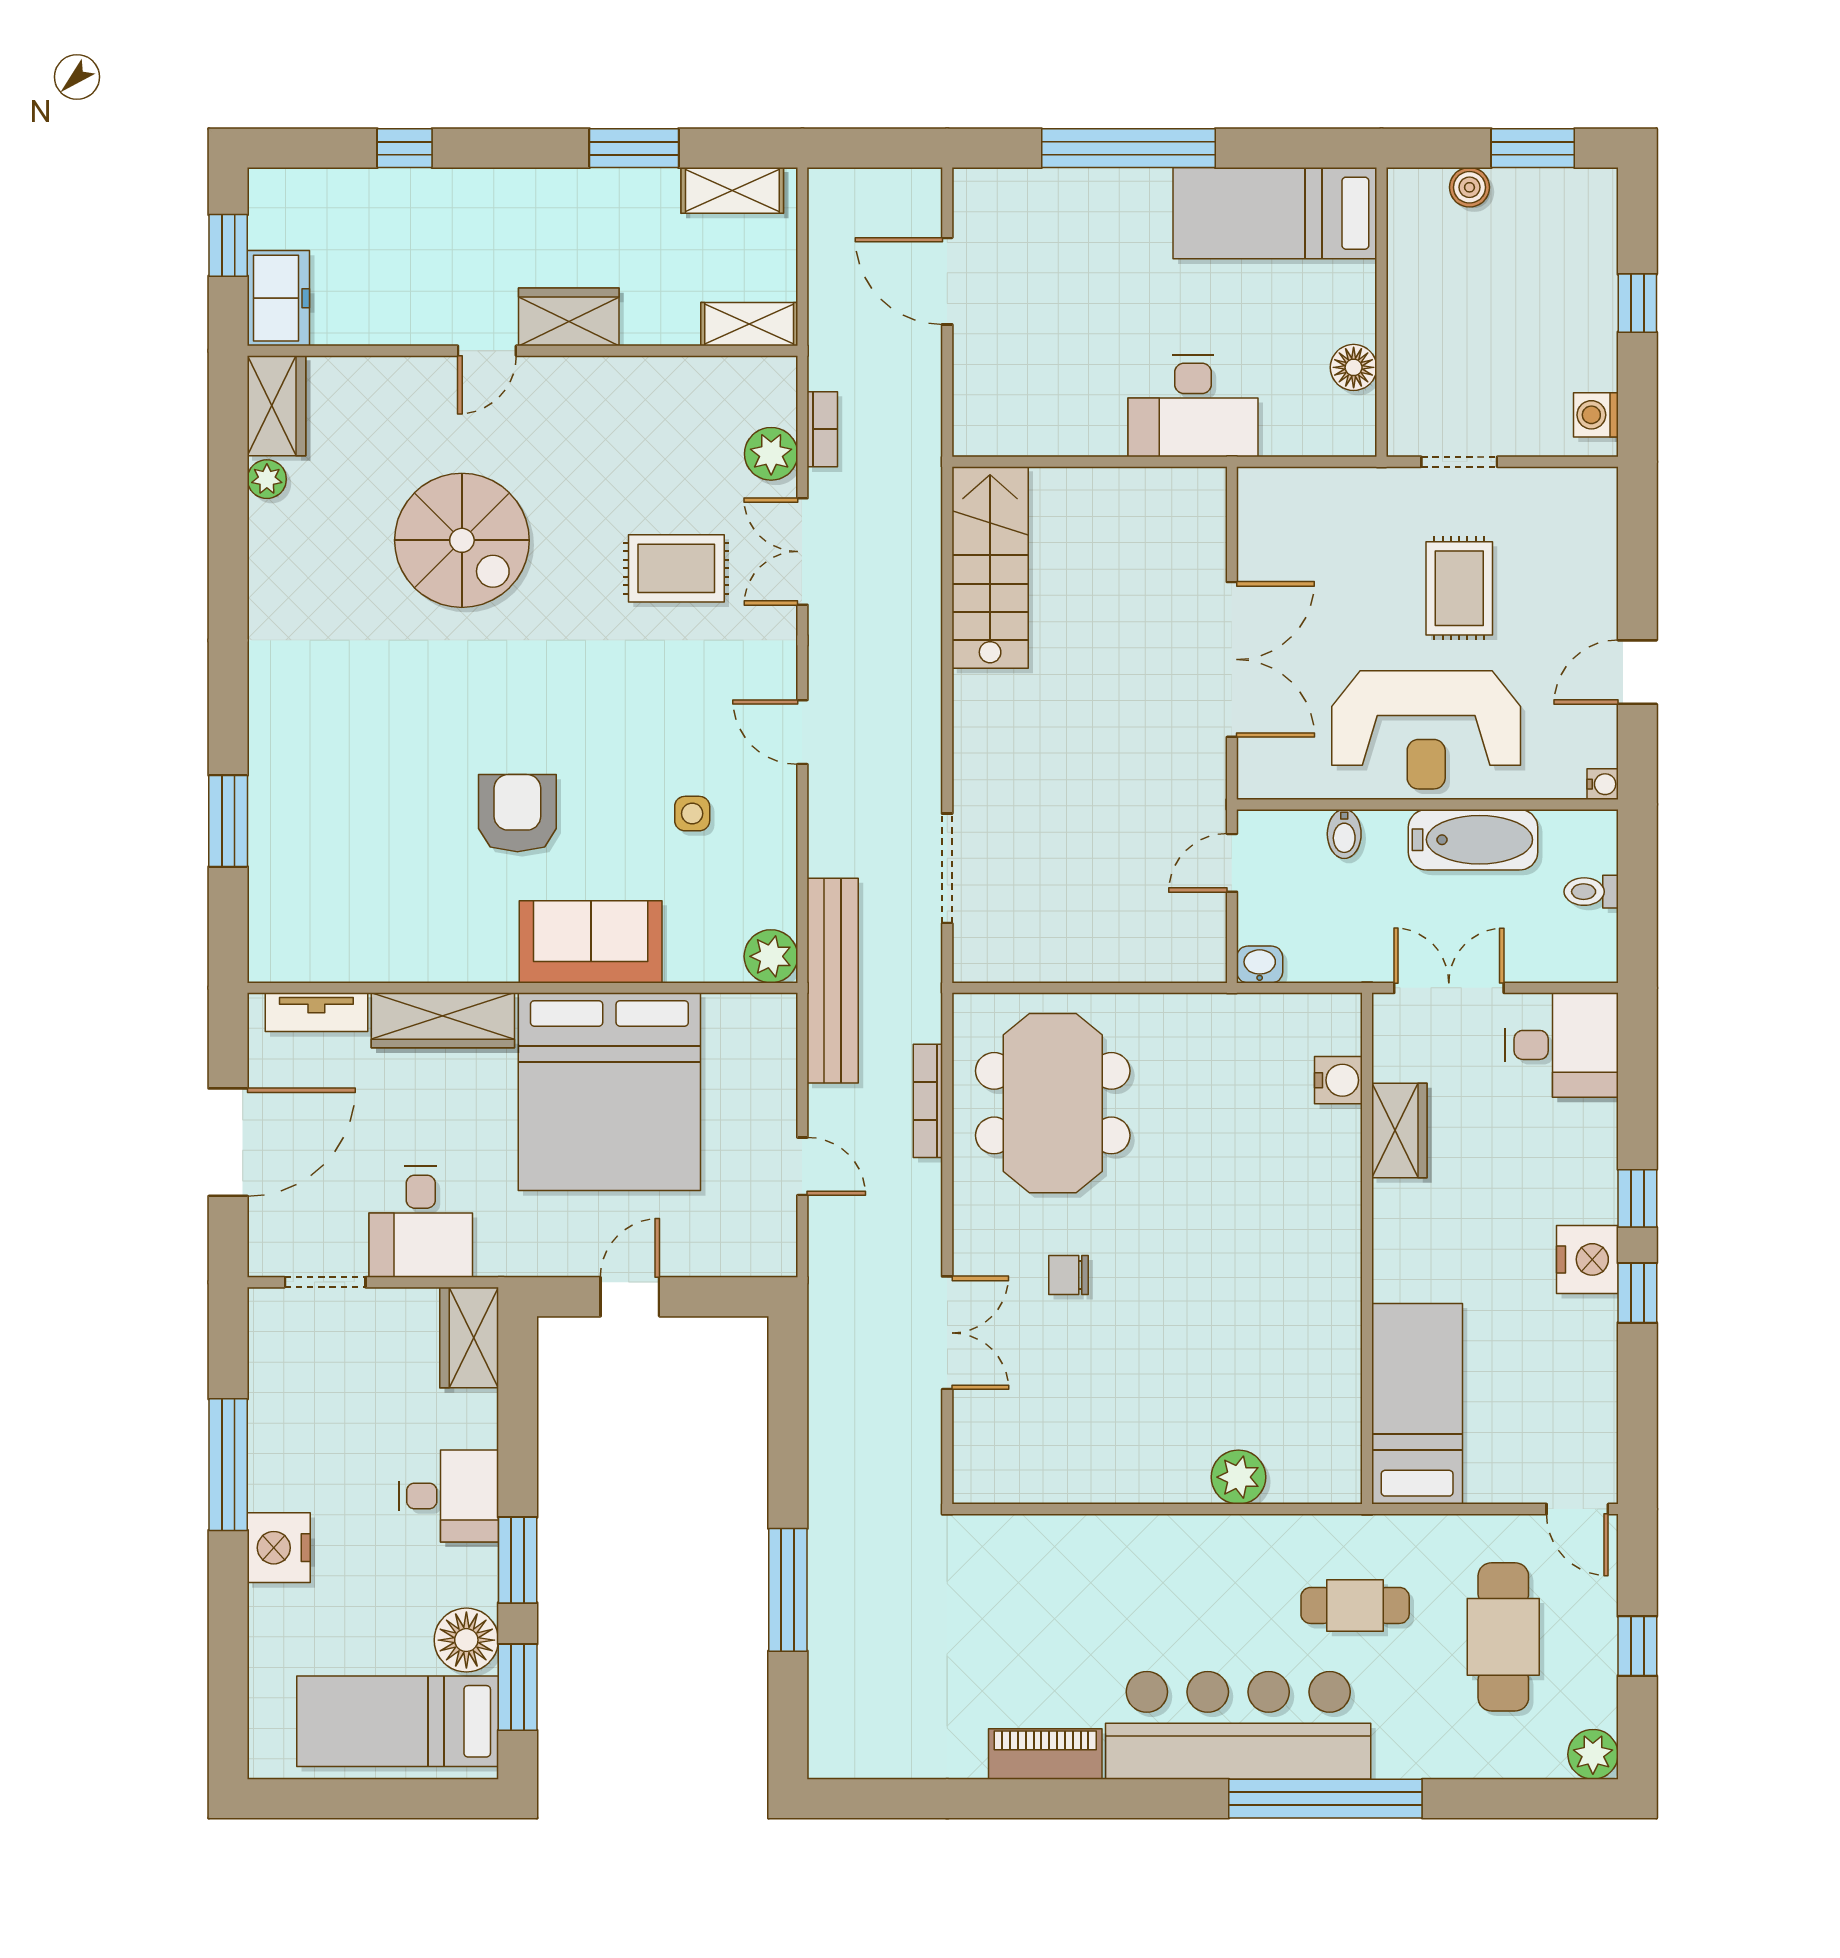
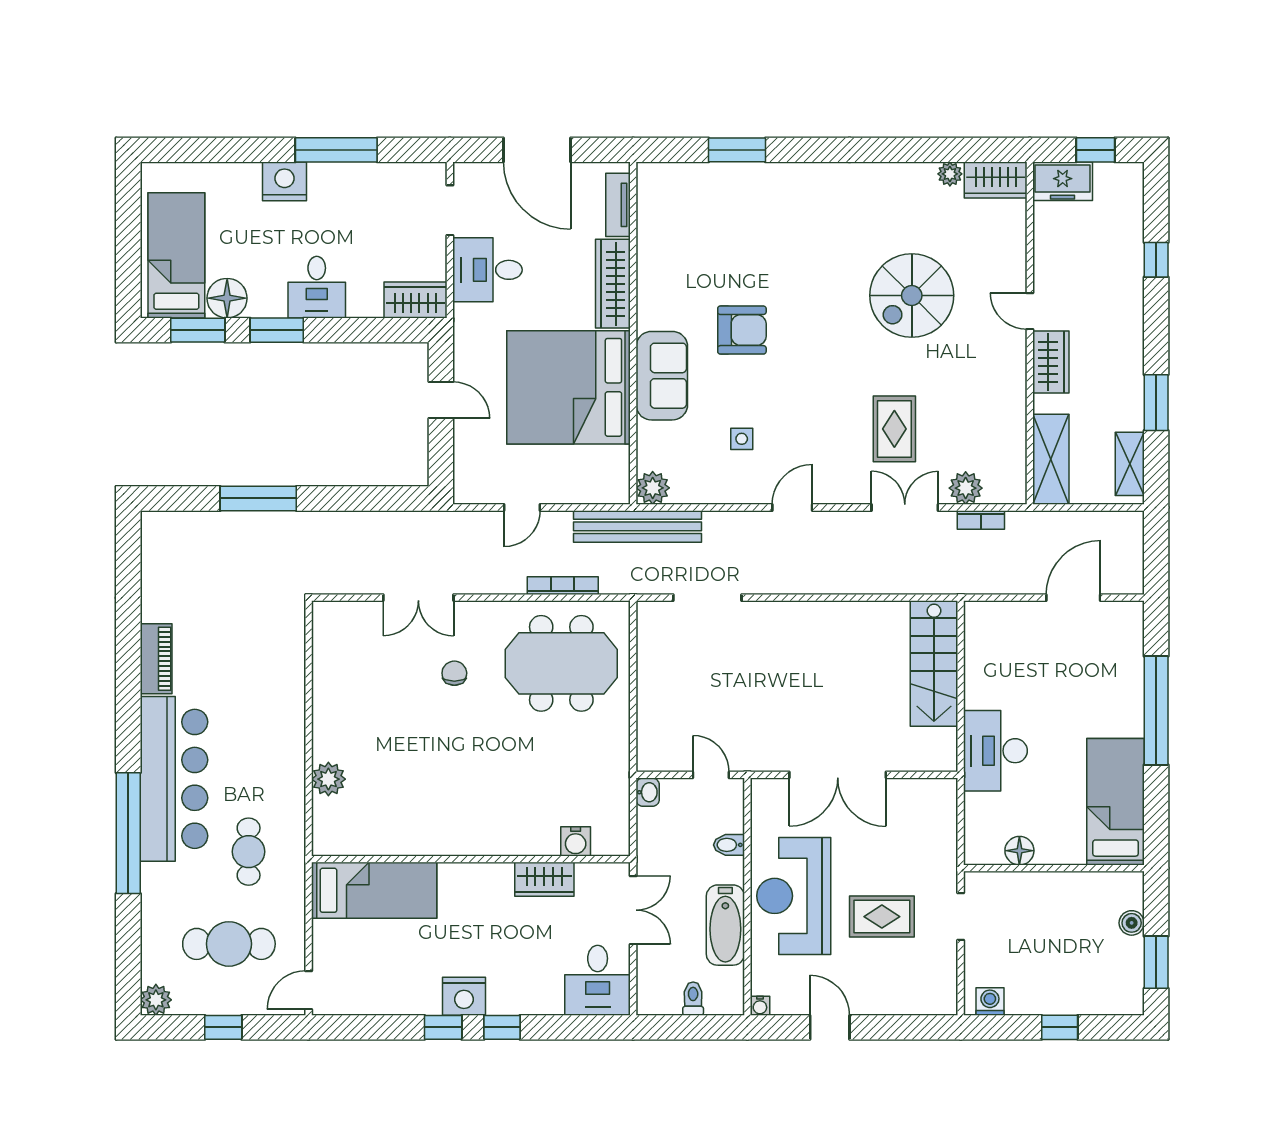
shelving: (749, 324) -> (1051, 459), width x1.50, depth x1.33
stairs: (990, 567) -> (934, 663), moved, turned 90

